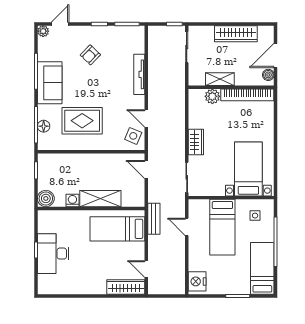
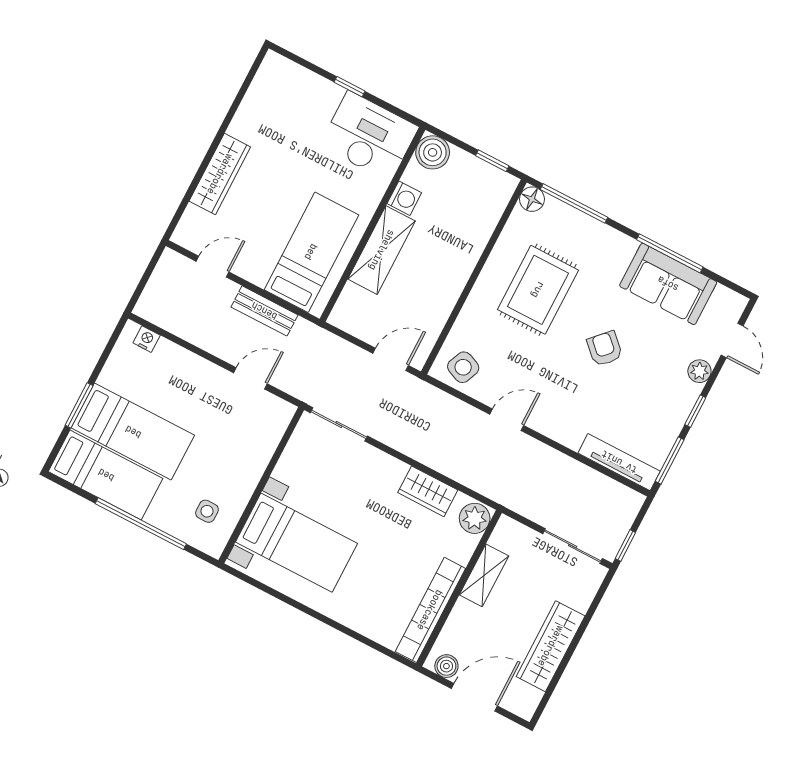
plant: (43, 31) -> (699, 371), moved
armchair: (90, 55) -> (605, 349), moved
door: (276, 56) -> (474, 697), hinge flipped
tv unit: (139, 74) -> (619, 462), moved
sofa: (50, 83) -> (668, 284), moved
plant: (212, 96) -> (475, 518), moved
door: (146, 118) -> (507, 420), moved
floor lamp: (44, 126) -> (532, 199), moved
wardrobe: (196, 142) -> (428, 491), moved
bench: (154, 219) -> (264, 311), moved
bed: (222, 227) -> (133, 432), moved, turned 180
desk: (53, 254) -> (369, 136), moved
nightstand: (197, 281) -> (147, 339), width x0.53, depth x0.56
wardrobe: (126, 287) -> (220, 174), moved

